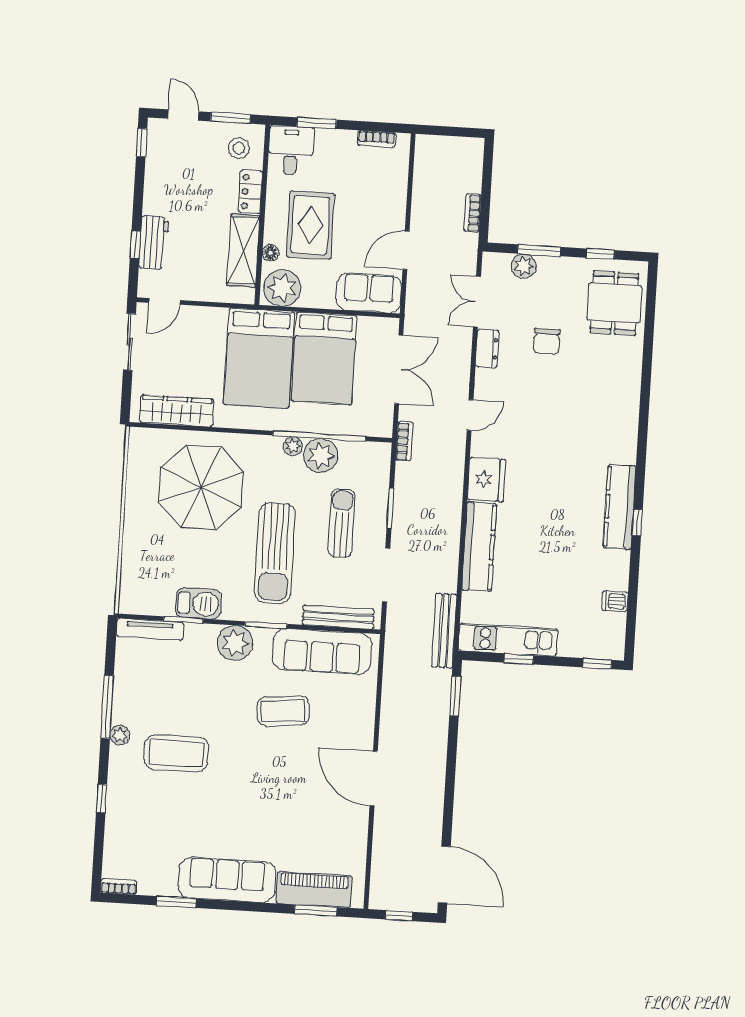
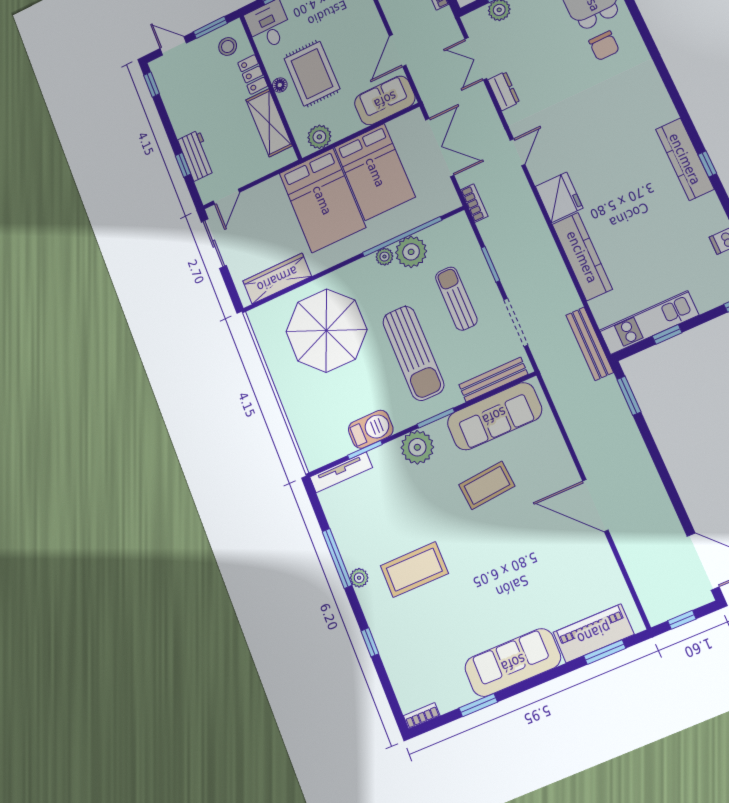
floor lamp: (271, 253) -> (280, 85), moved
plant: (282, 288) -> (319, 137), width x0.73, depth x0.73
chair: (547, 341) -> (604, 46), moved

